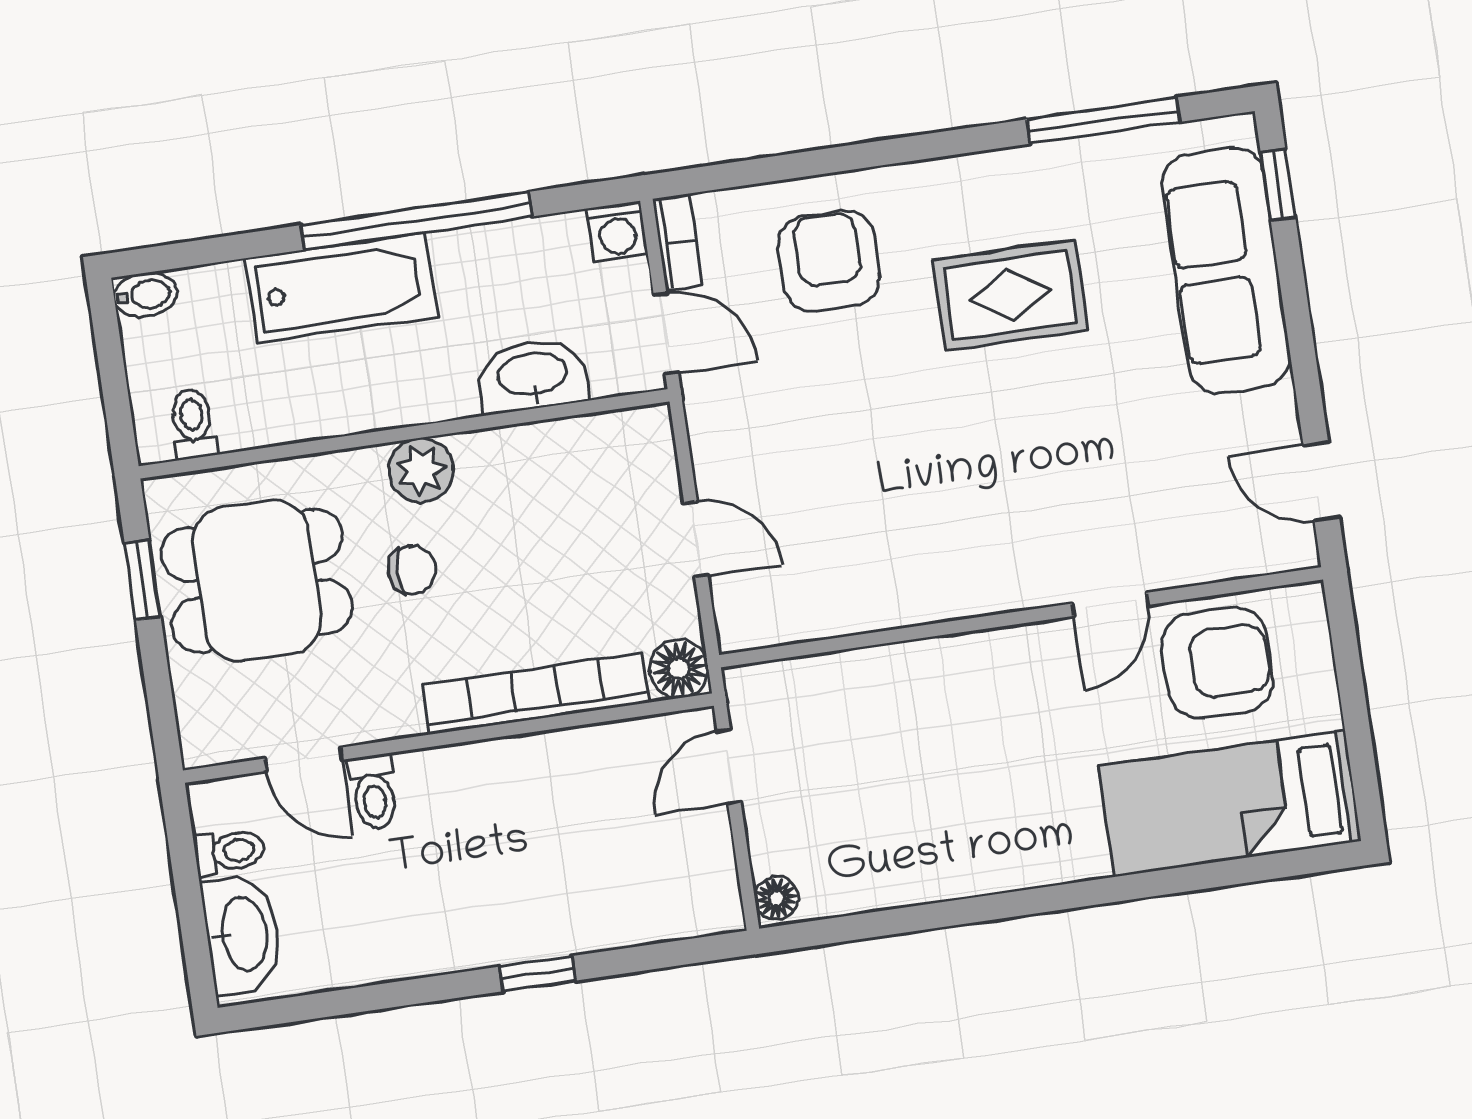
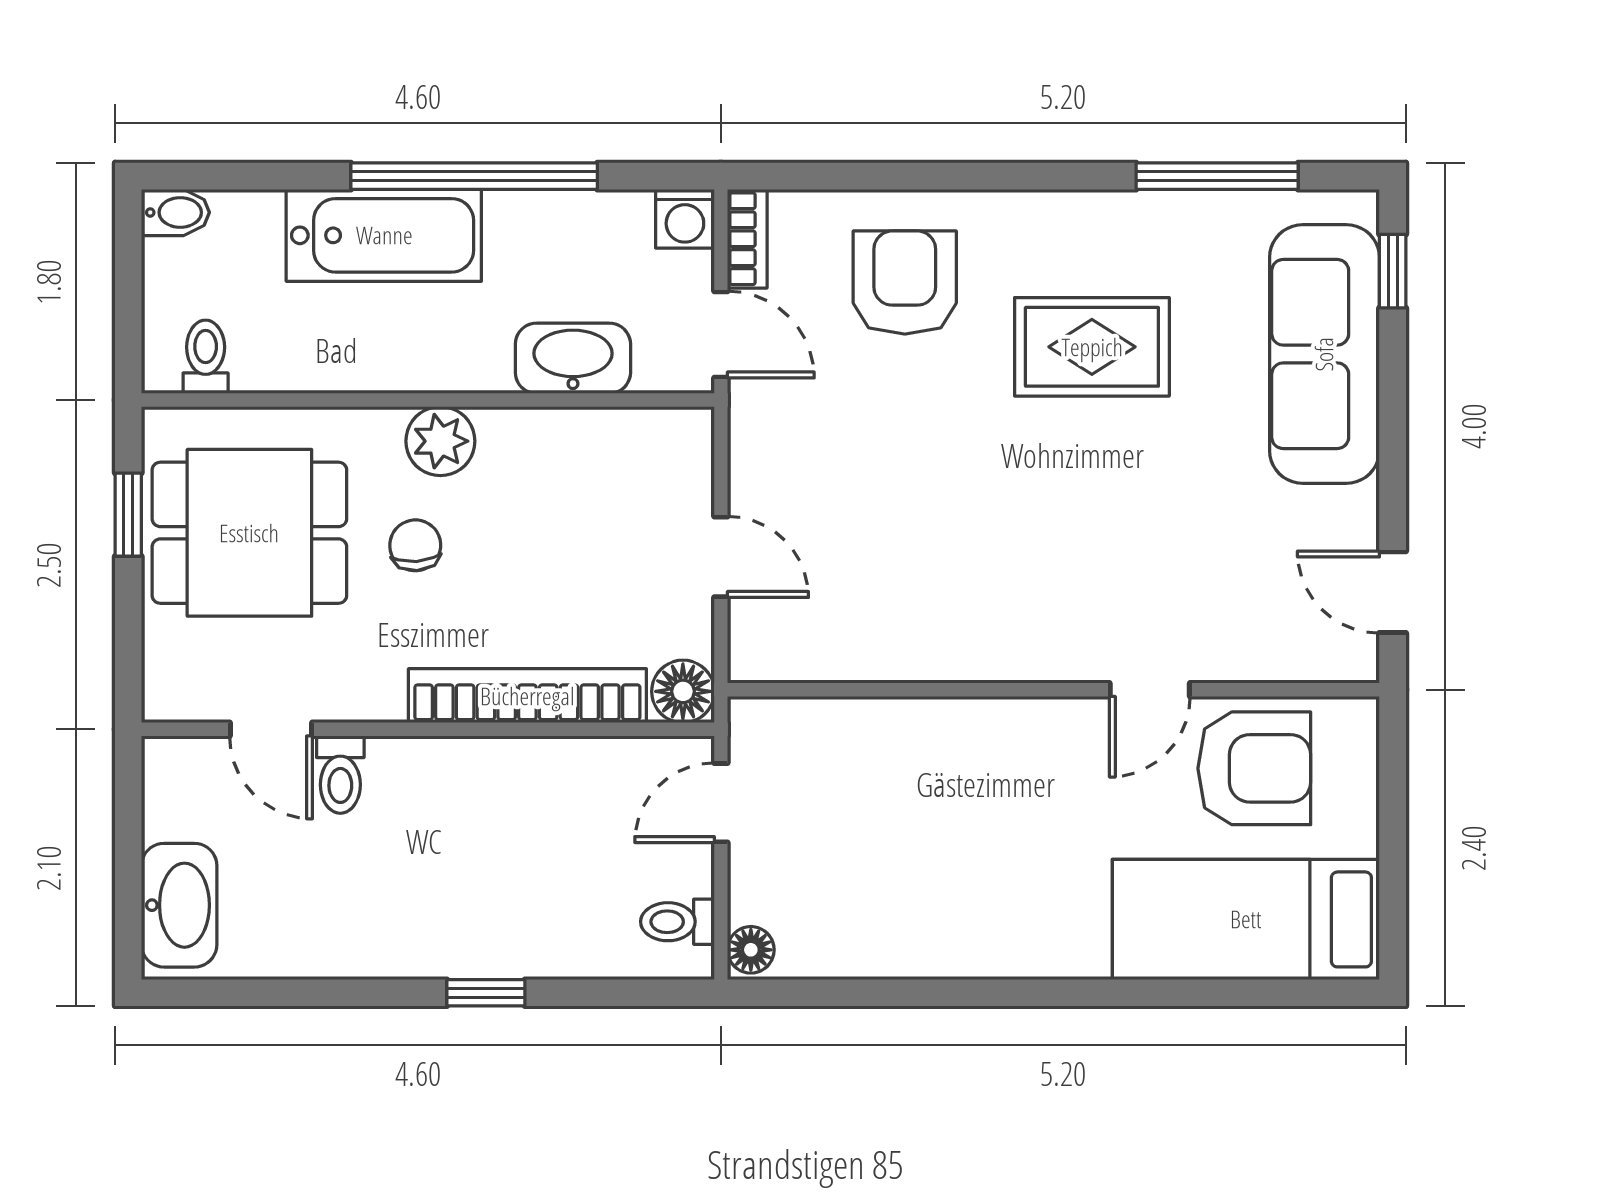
chair: (412, 570) -> (415, 545), turned -94
toilet: (229, 851) -> (677, 922), moved, turned 180

